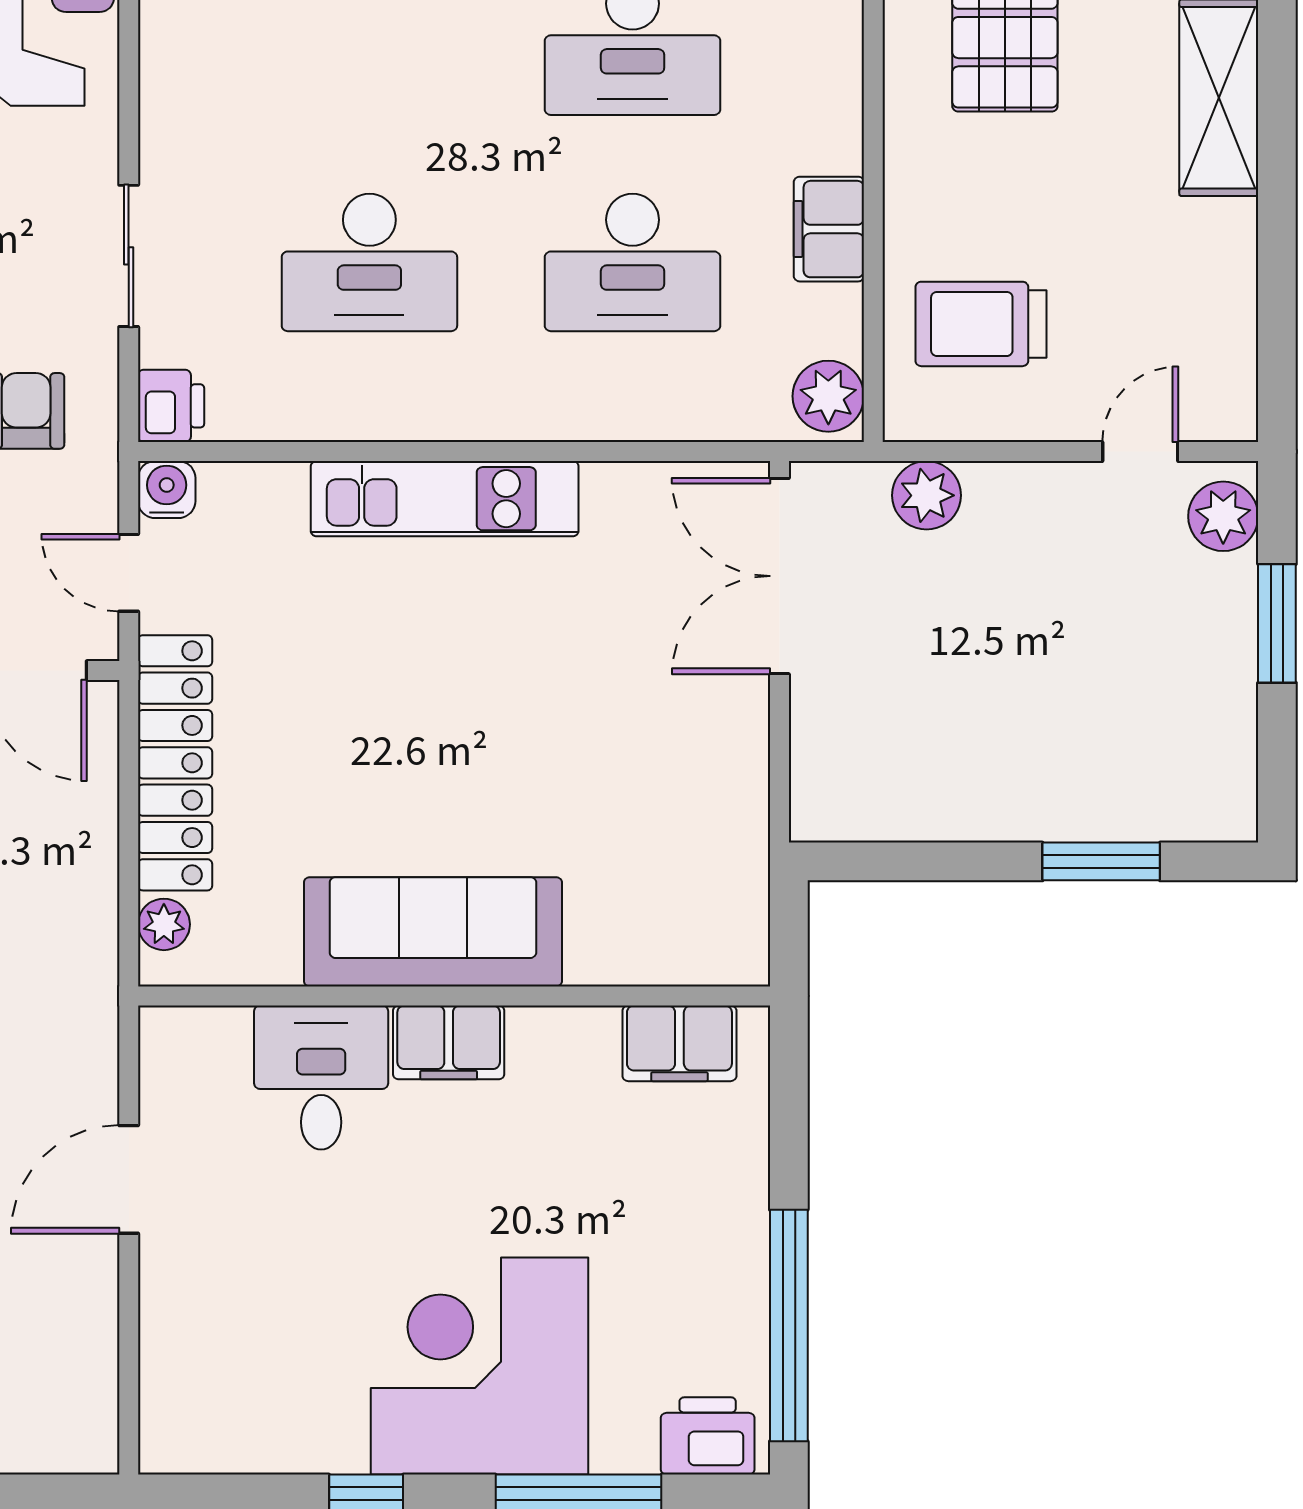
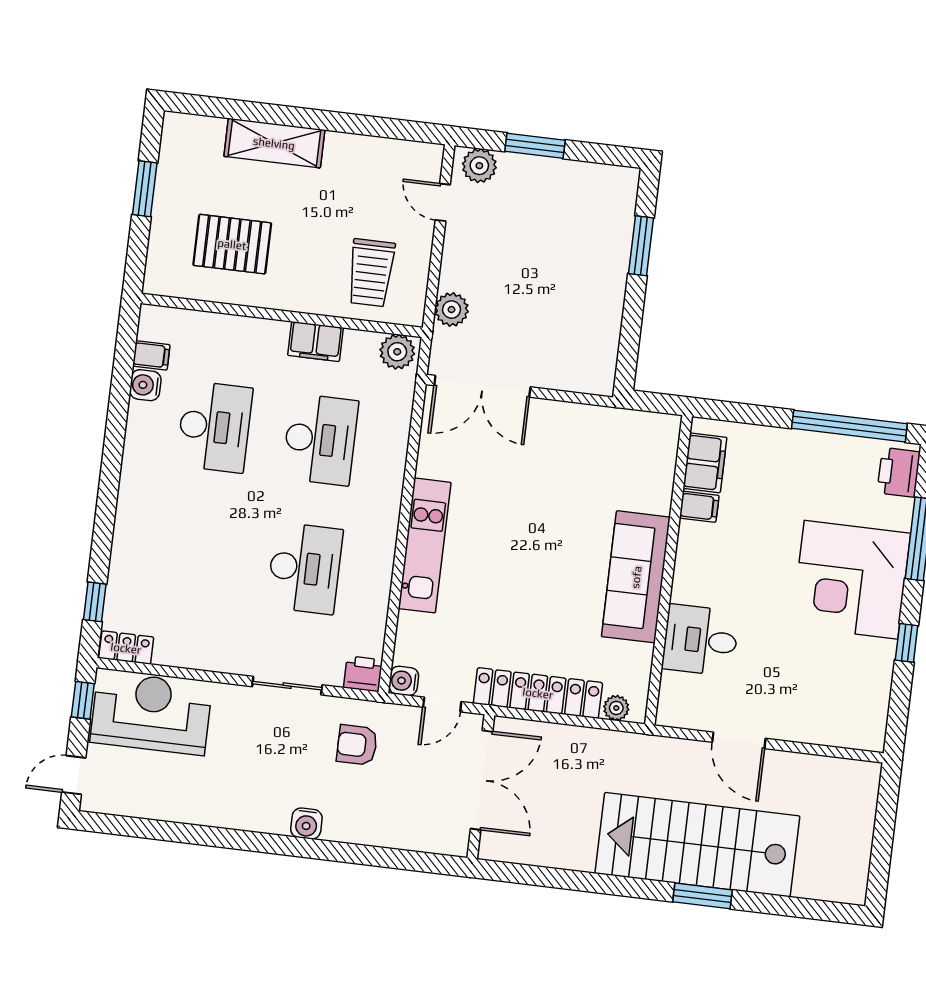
filing cabinet: (449, 1042) -> (699, 507), moved, width x0.50

